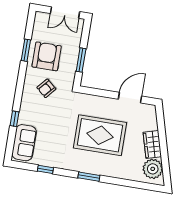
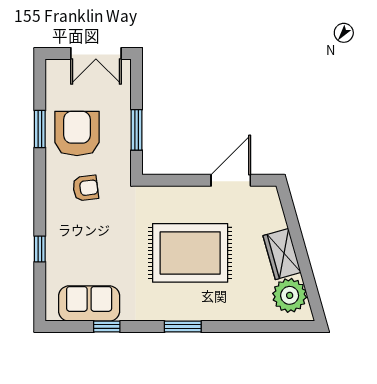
armchair: (46, 88) -> (86, 188), turned -138
sofa: (24, 143) -> (89, 304), moved, turned -90

